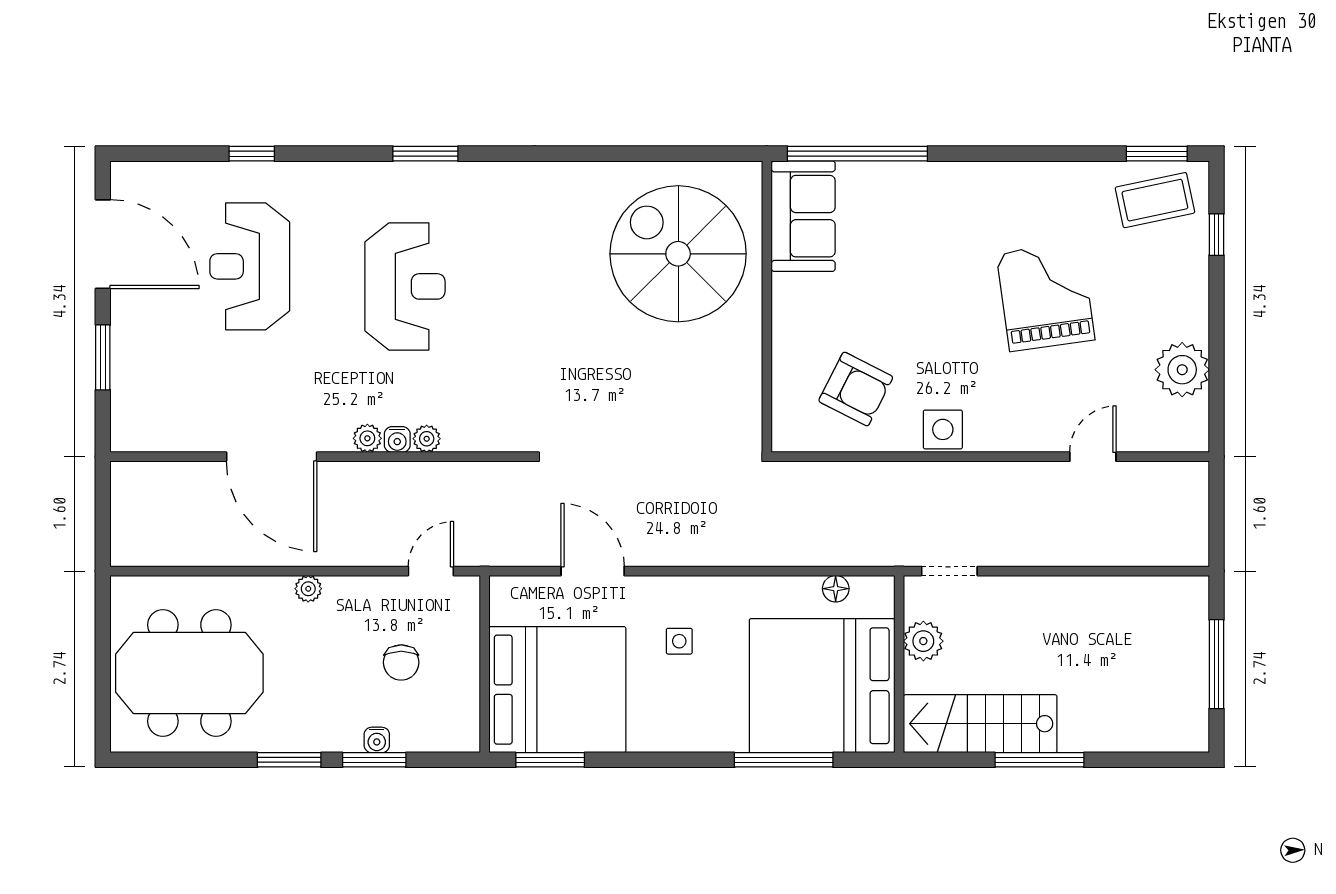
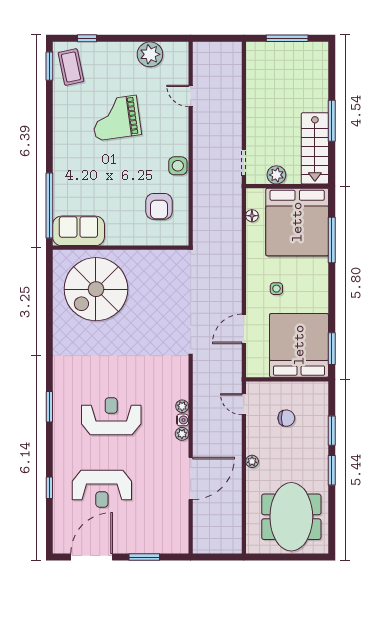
armchair: (856, 389) -> (159, 206), turned 153
water cooler: (377, 740) -> (322, 429), removed

